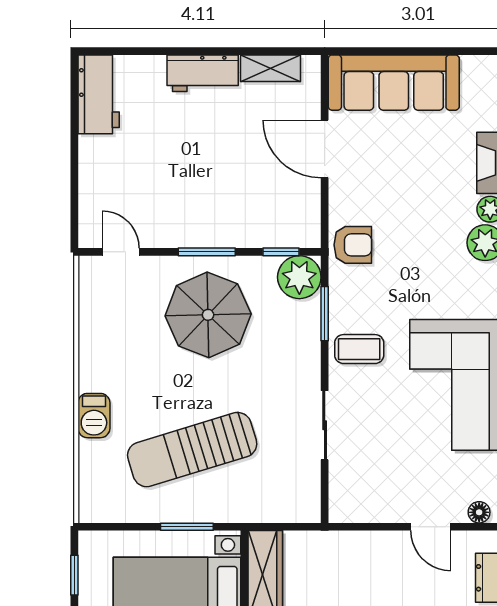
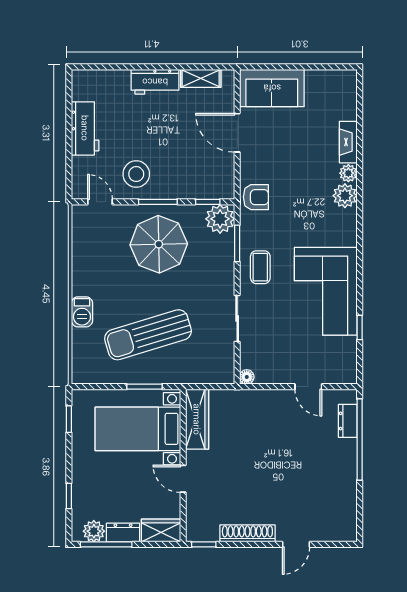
sofa: (394, 83) -> (272, 88), width x0.73
workbench: (99, 94) -> (85, 128), moved
stool: (175, 210) -> (136, 174), added
coffee table: (359, 349) -> (260, 267), turned 90
floor lamp: (479, 512) -> (247, 377), moved

